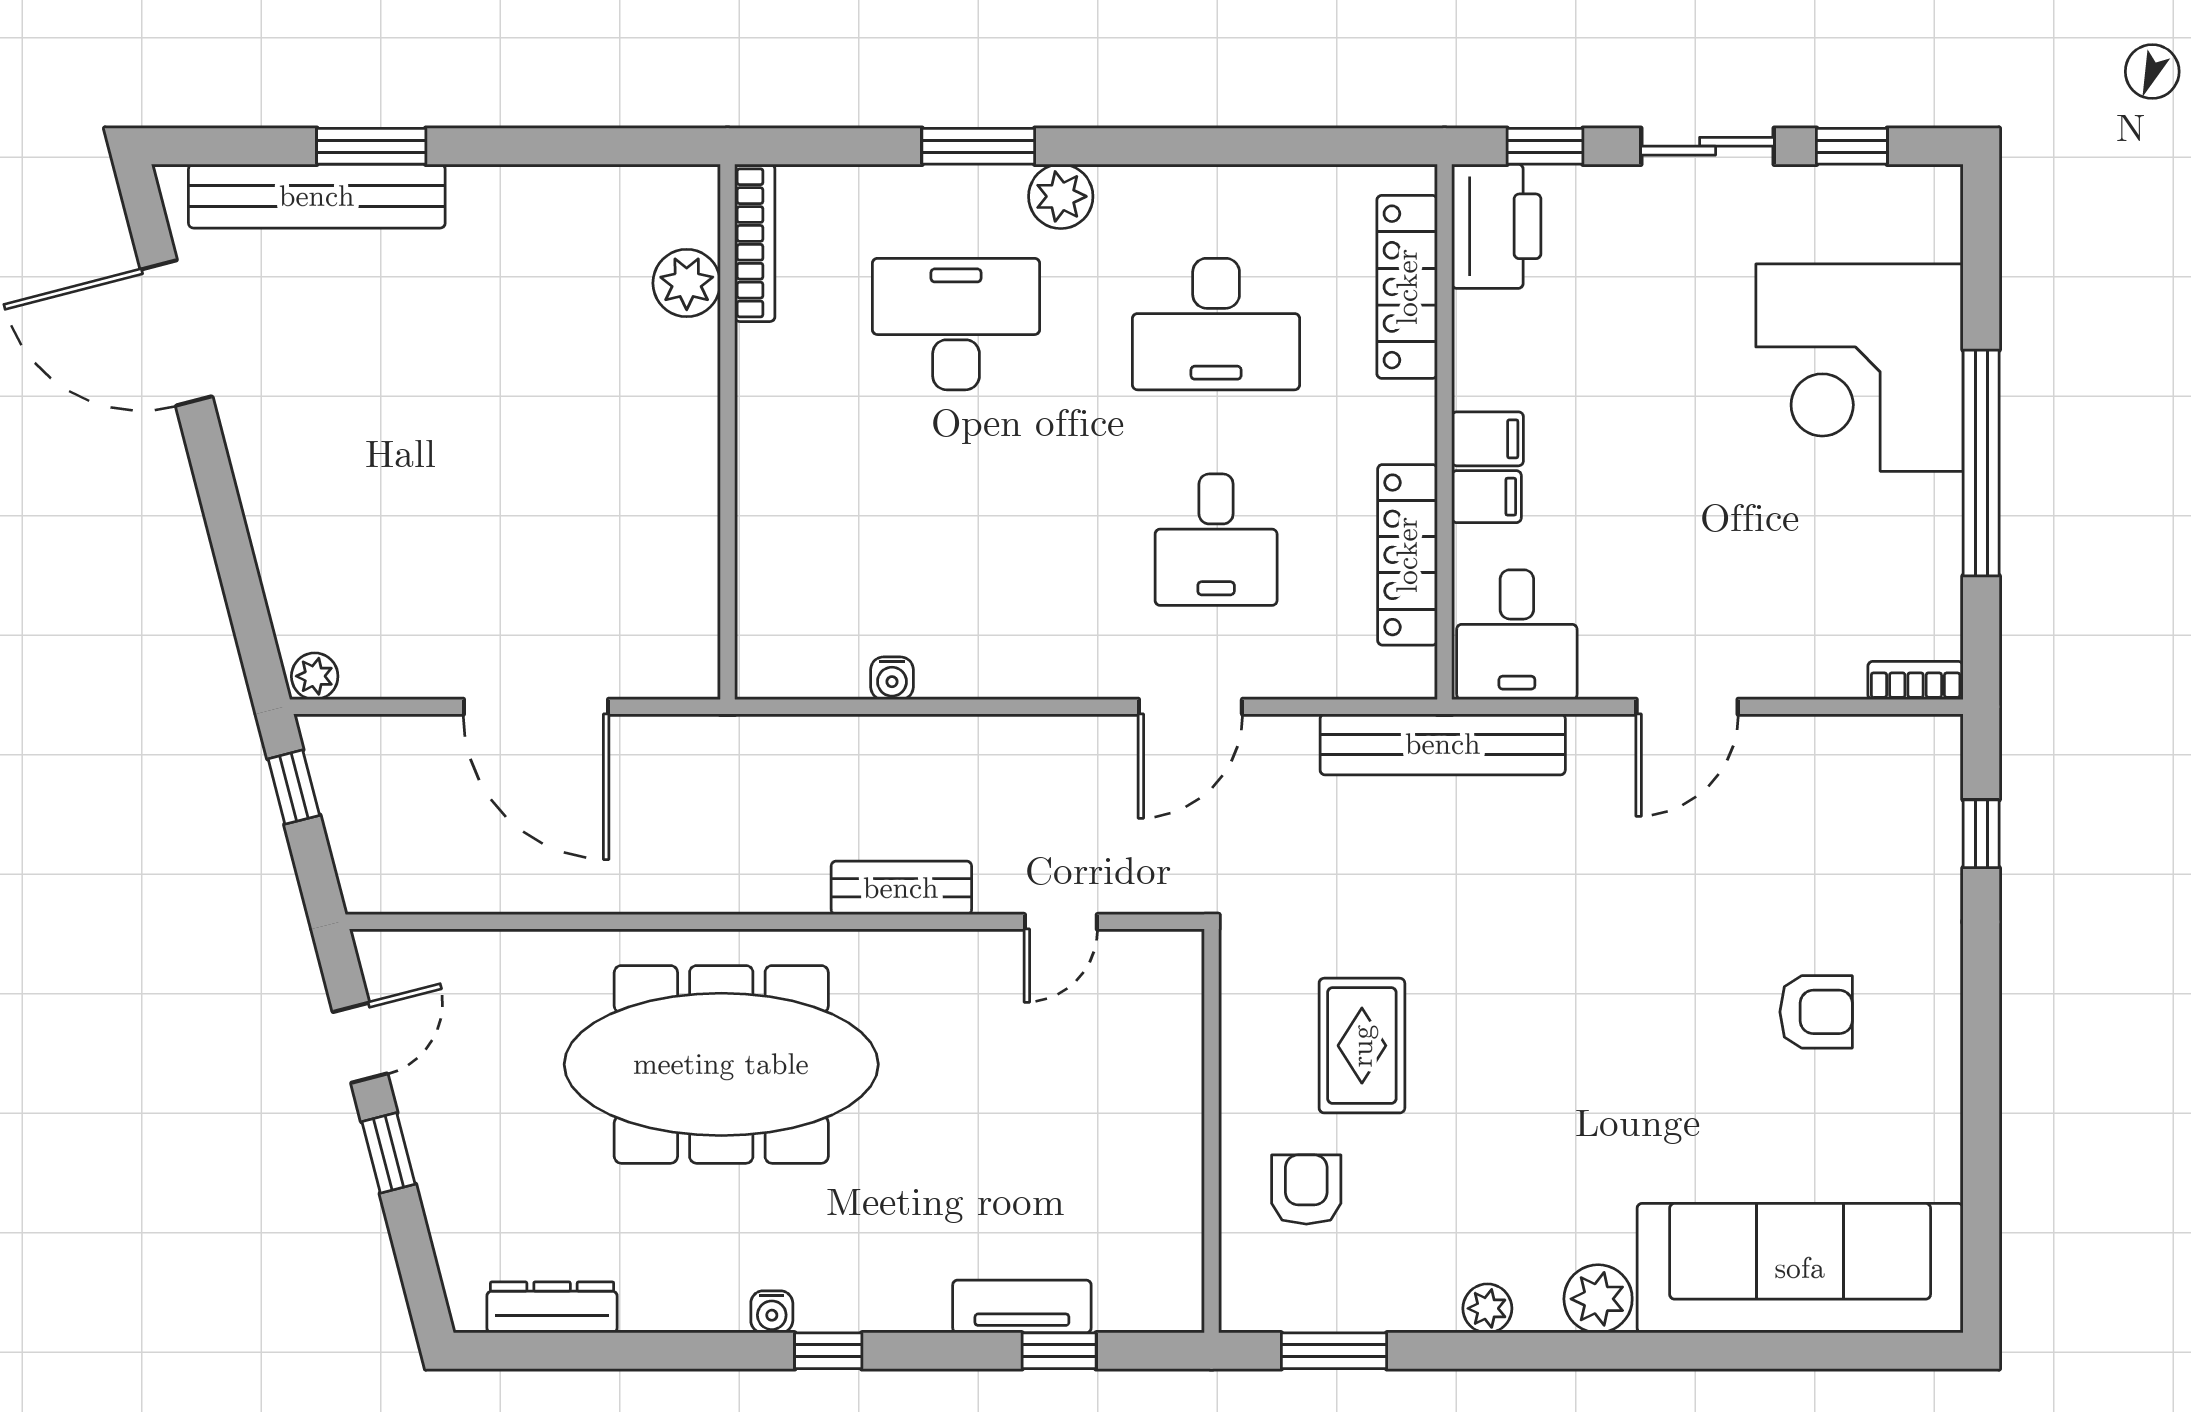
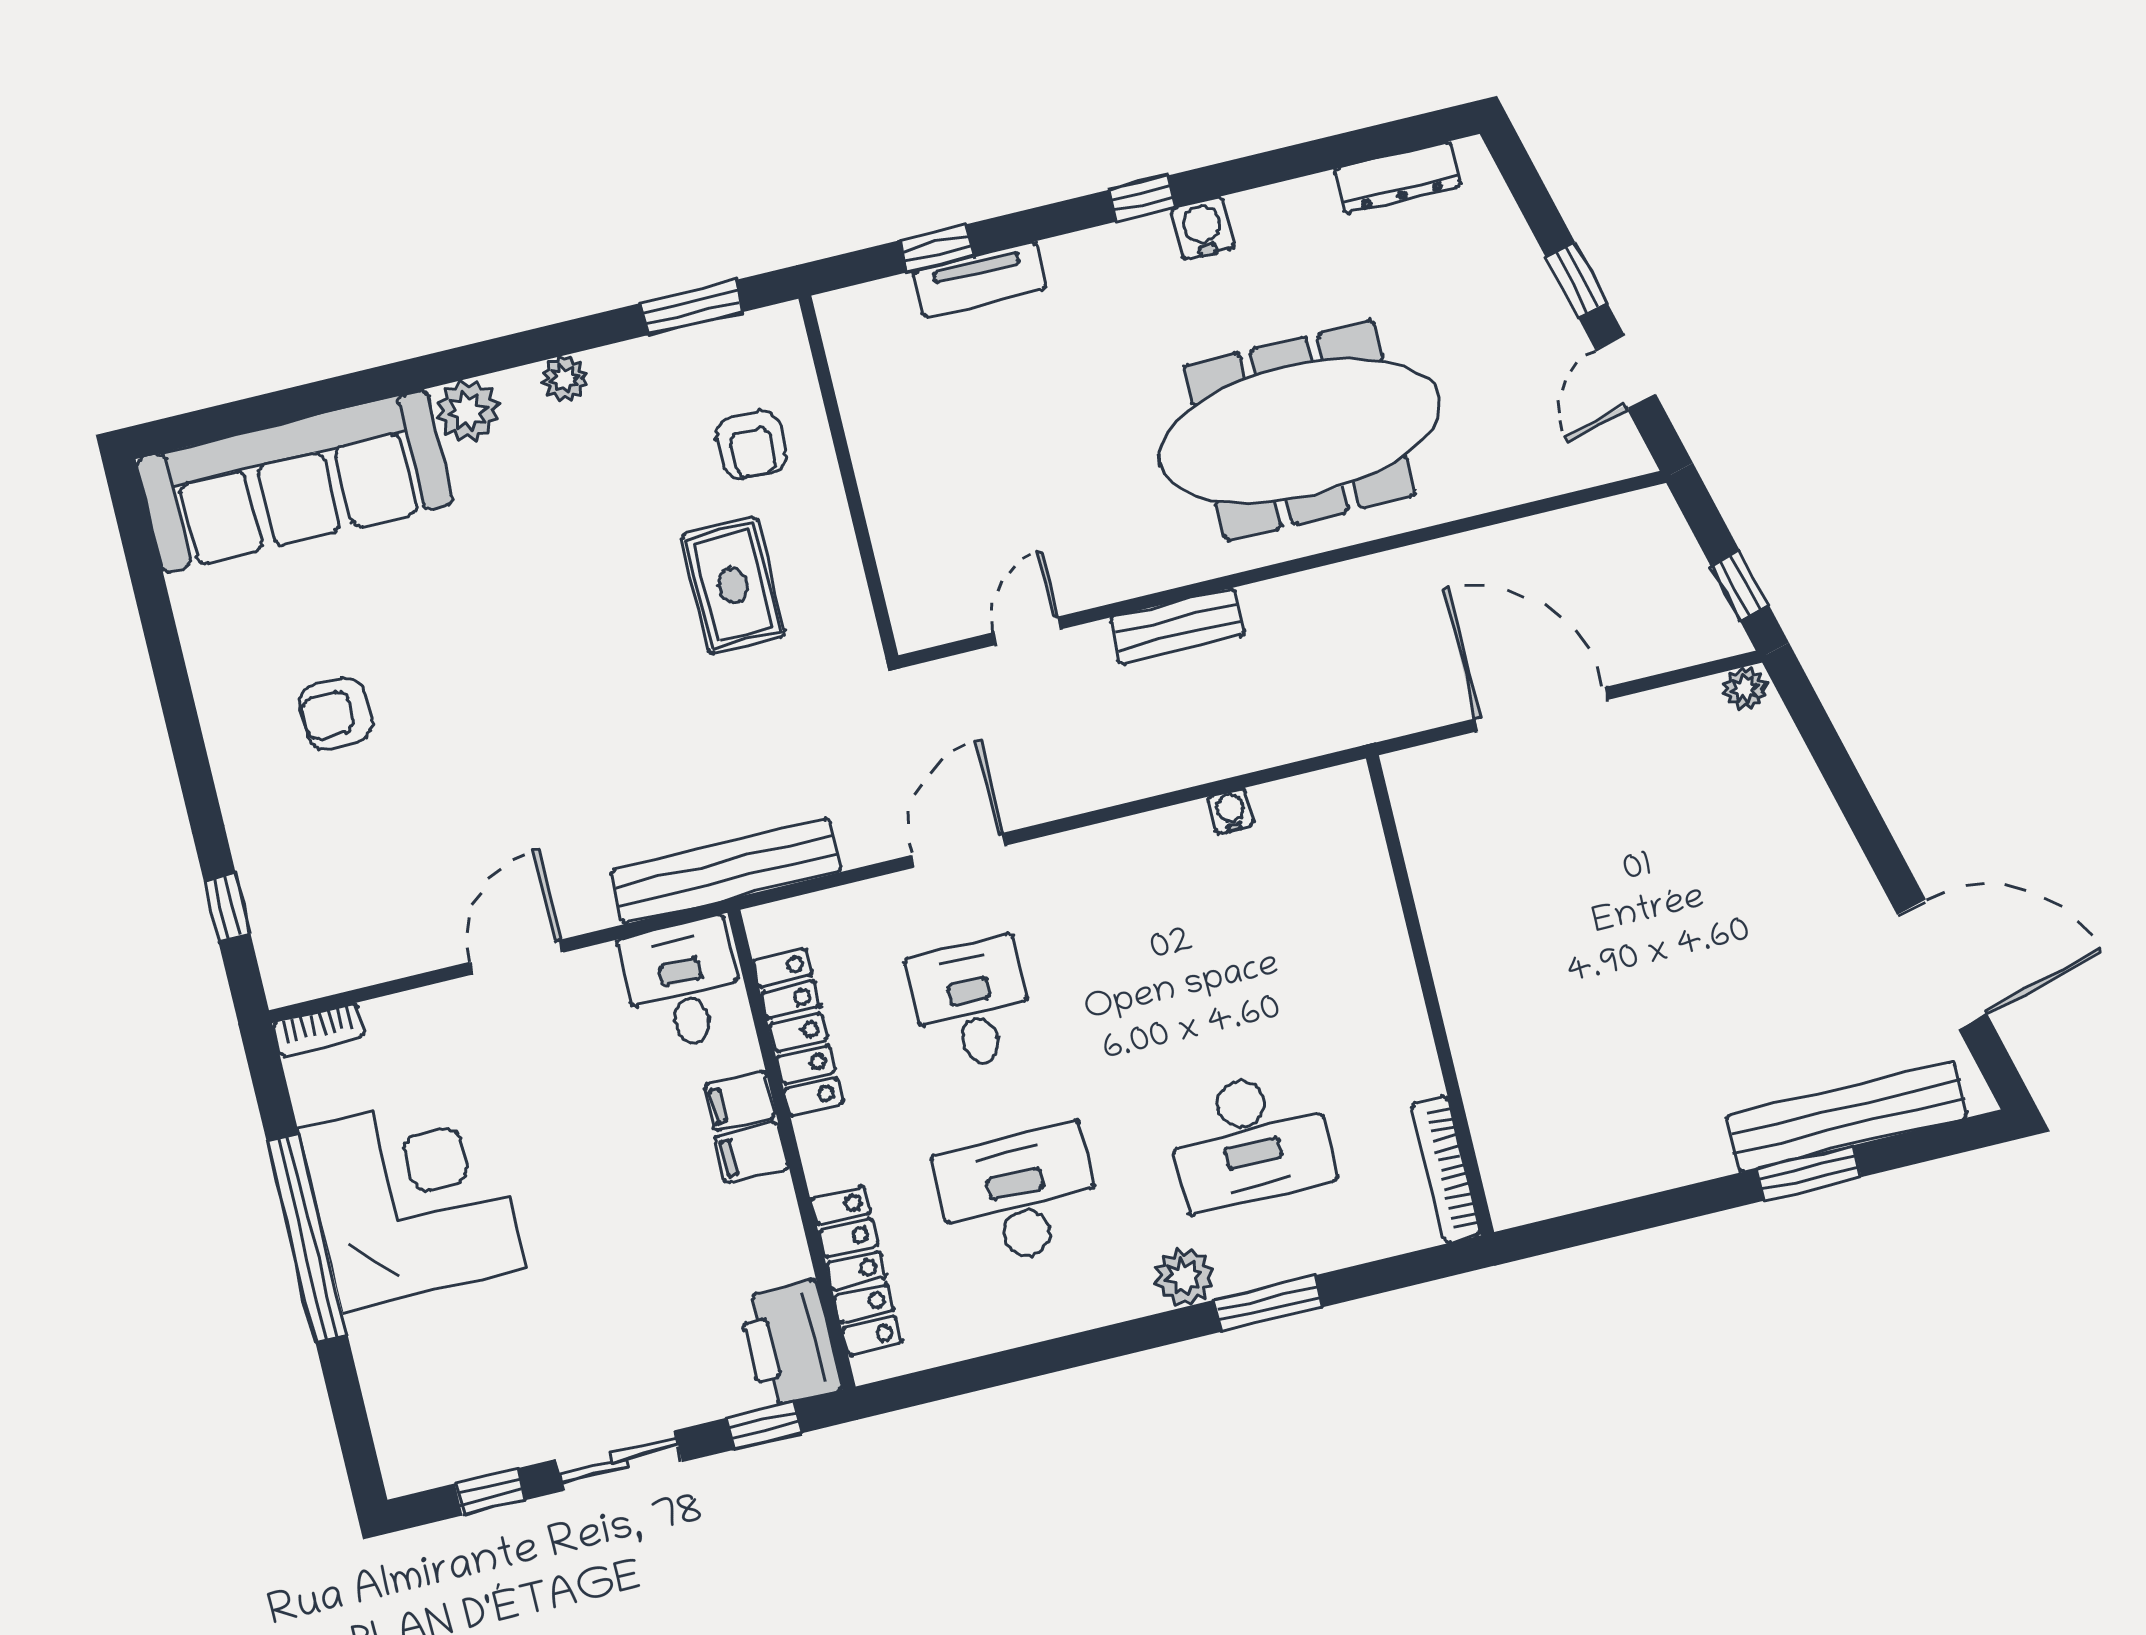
plant: (687, 283) -> (1498, 1119), removed
corner desk: (1859, 368) -> (412, 1198), moved
water cooler: (772, 1312) -> (1203, 228), width x1.38, depth x1.38

